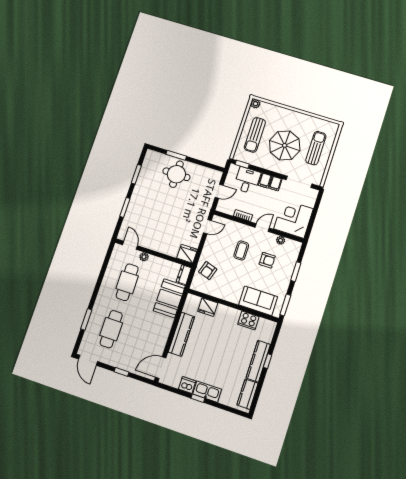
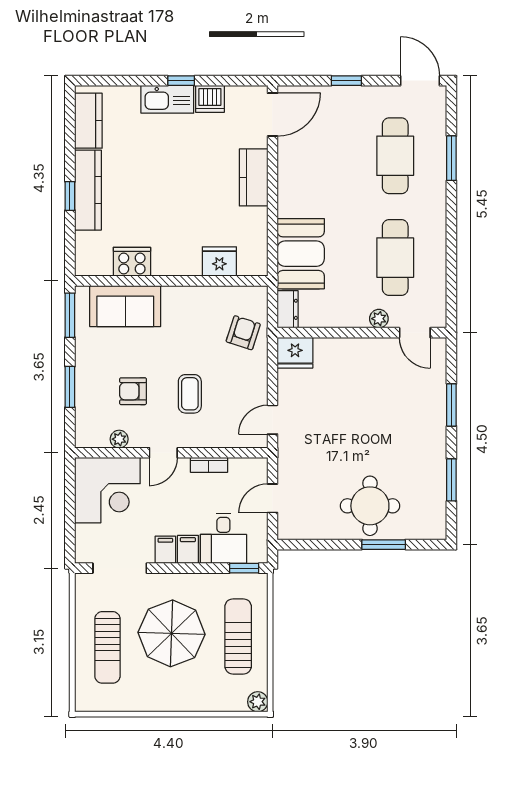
kitchen counter: (181, 334) -> (254, 177), width x0.67

